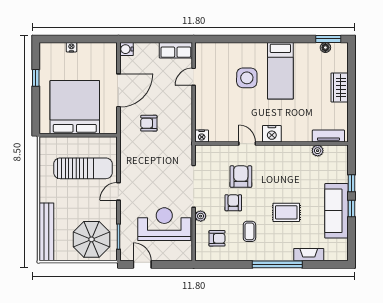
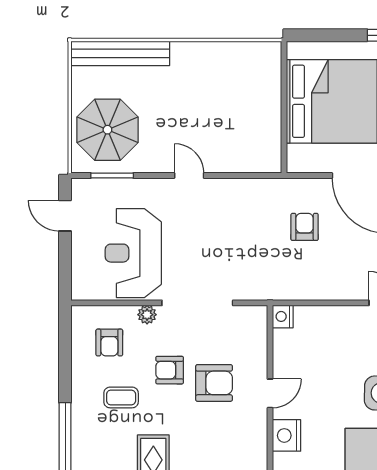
sun lounger: (83, 168) -> (228, 115), removed
armchair: (233, 203) -> (170, 370), turned 180
reception desk: (164, 224) -> (133, 253), turned 180
door: (142, 264) -> (65, 216), swing flipped

